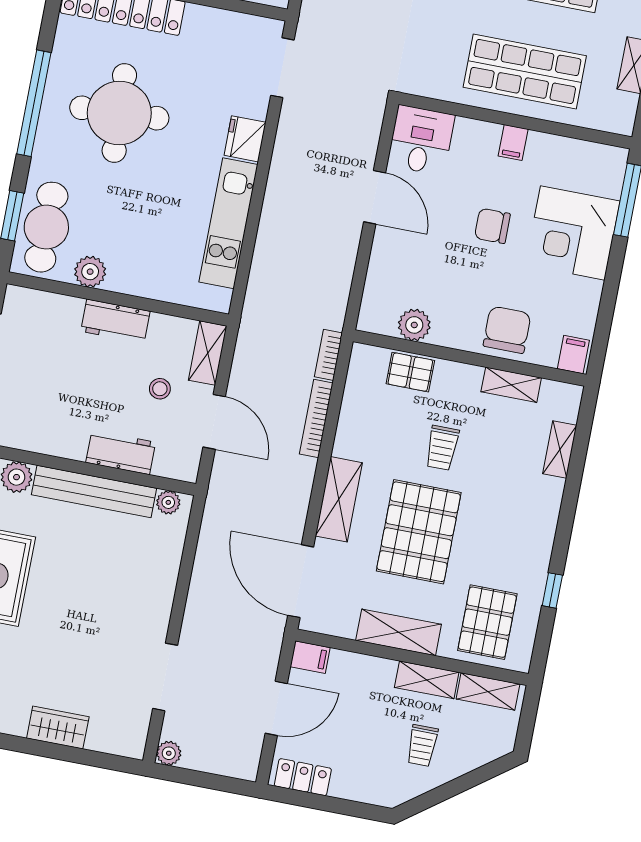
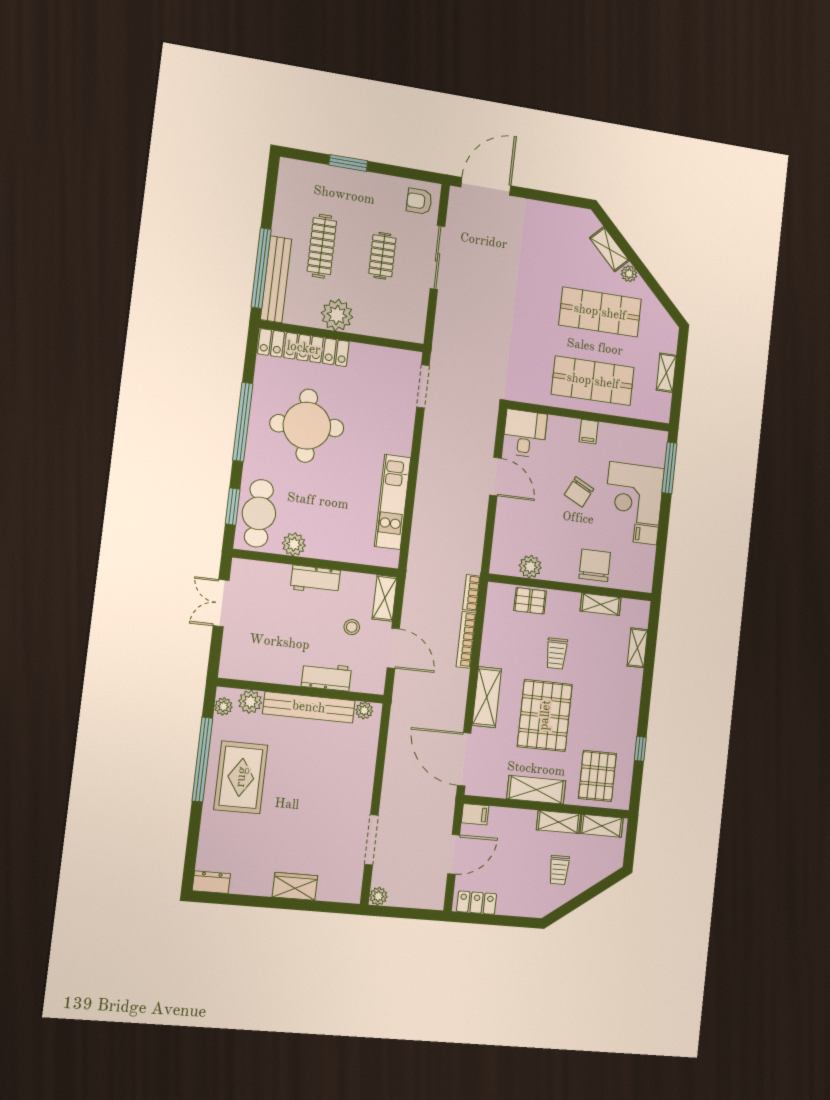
fridge: (245, 139) -> (400, 440), removed
chair: (492, 226) -> (579, 492), turned -63
filing cabinet: (573, 354) -> (646, 535), moved, turned -90

